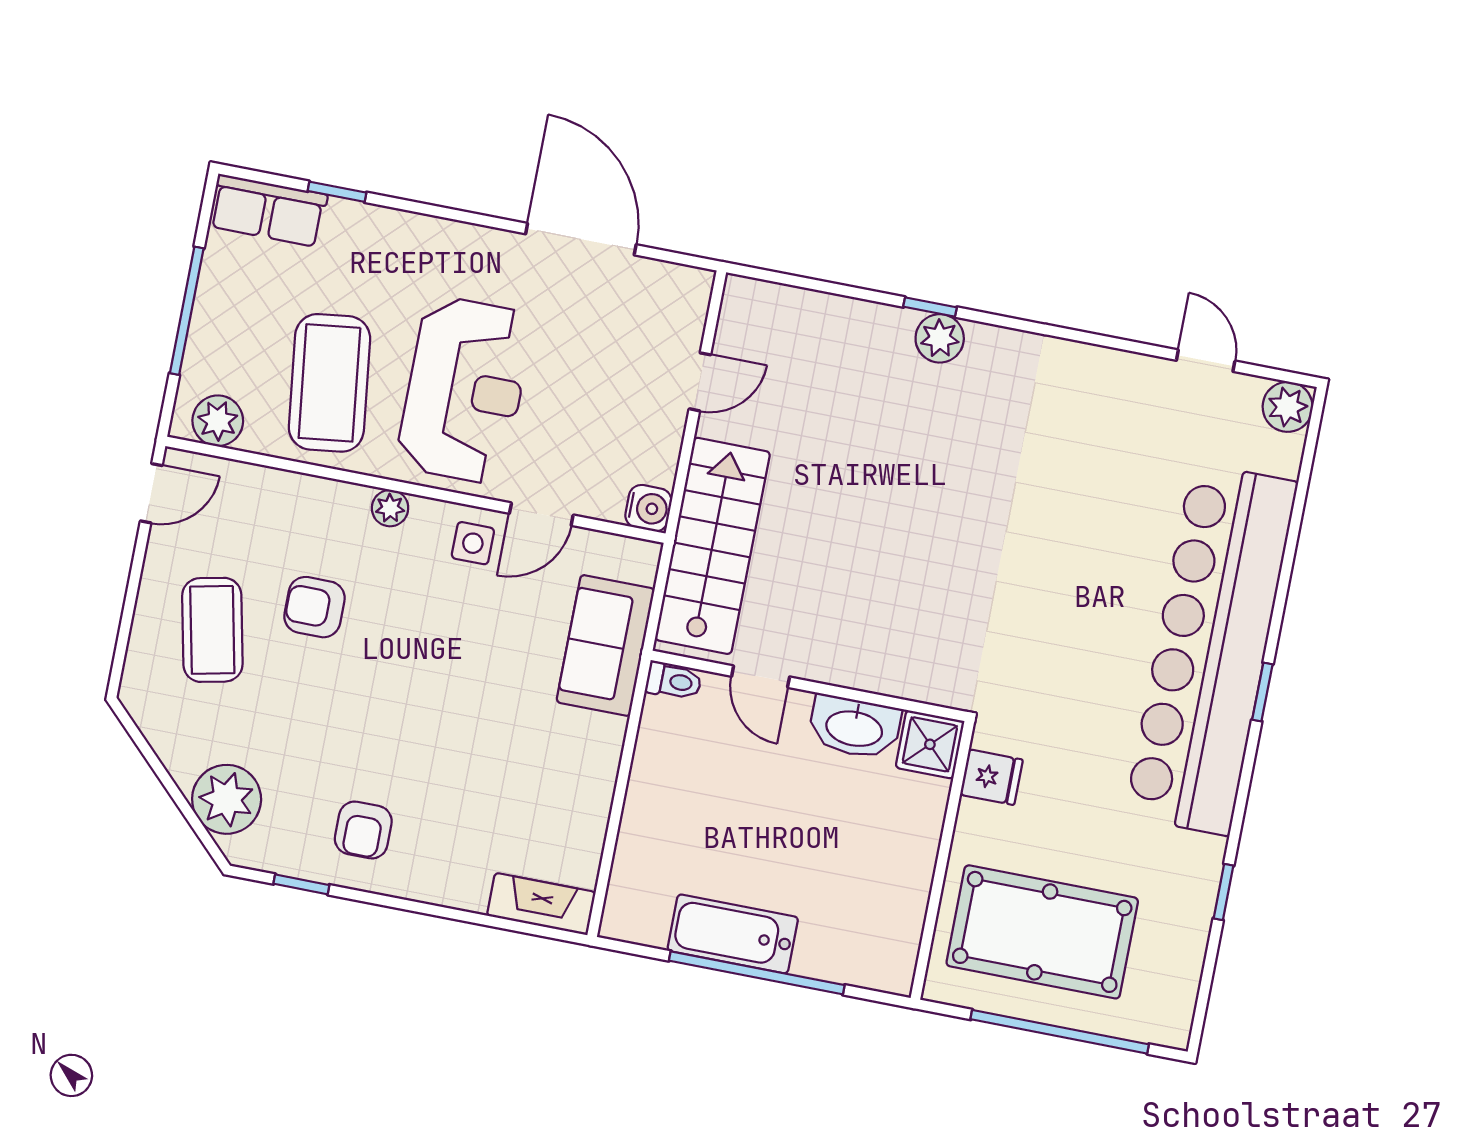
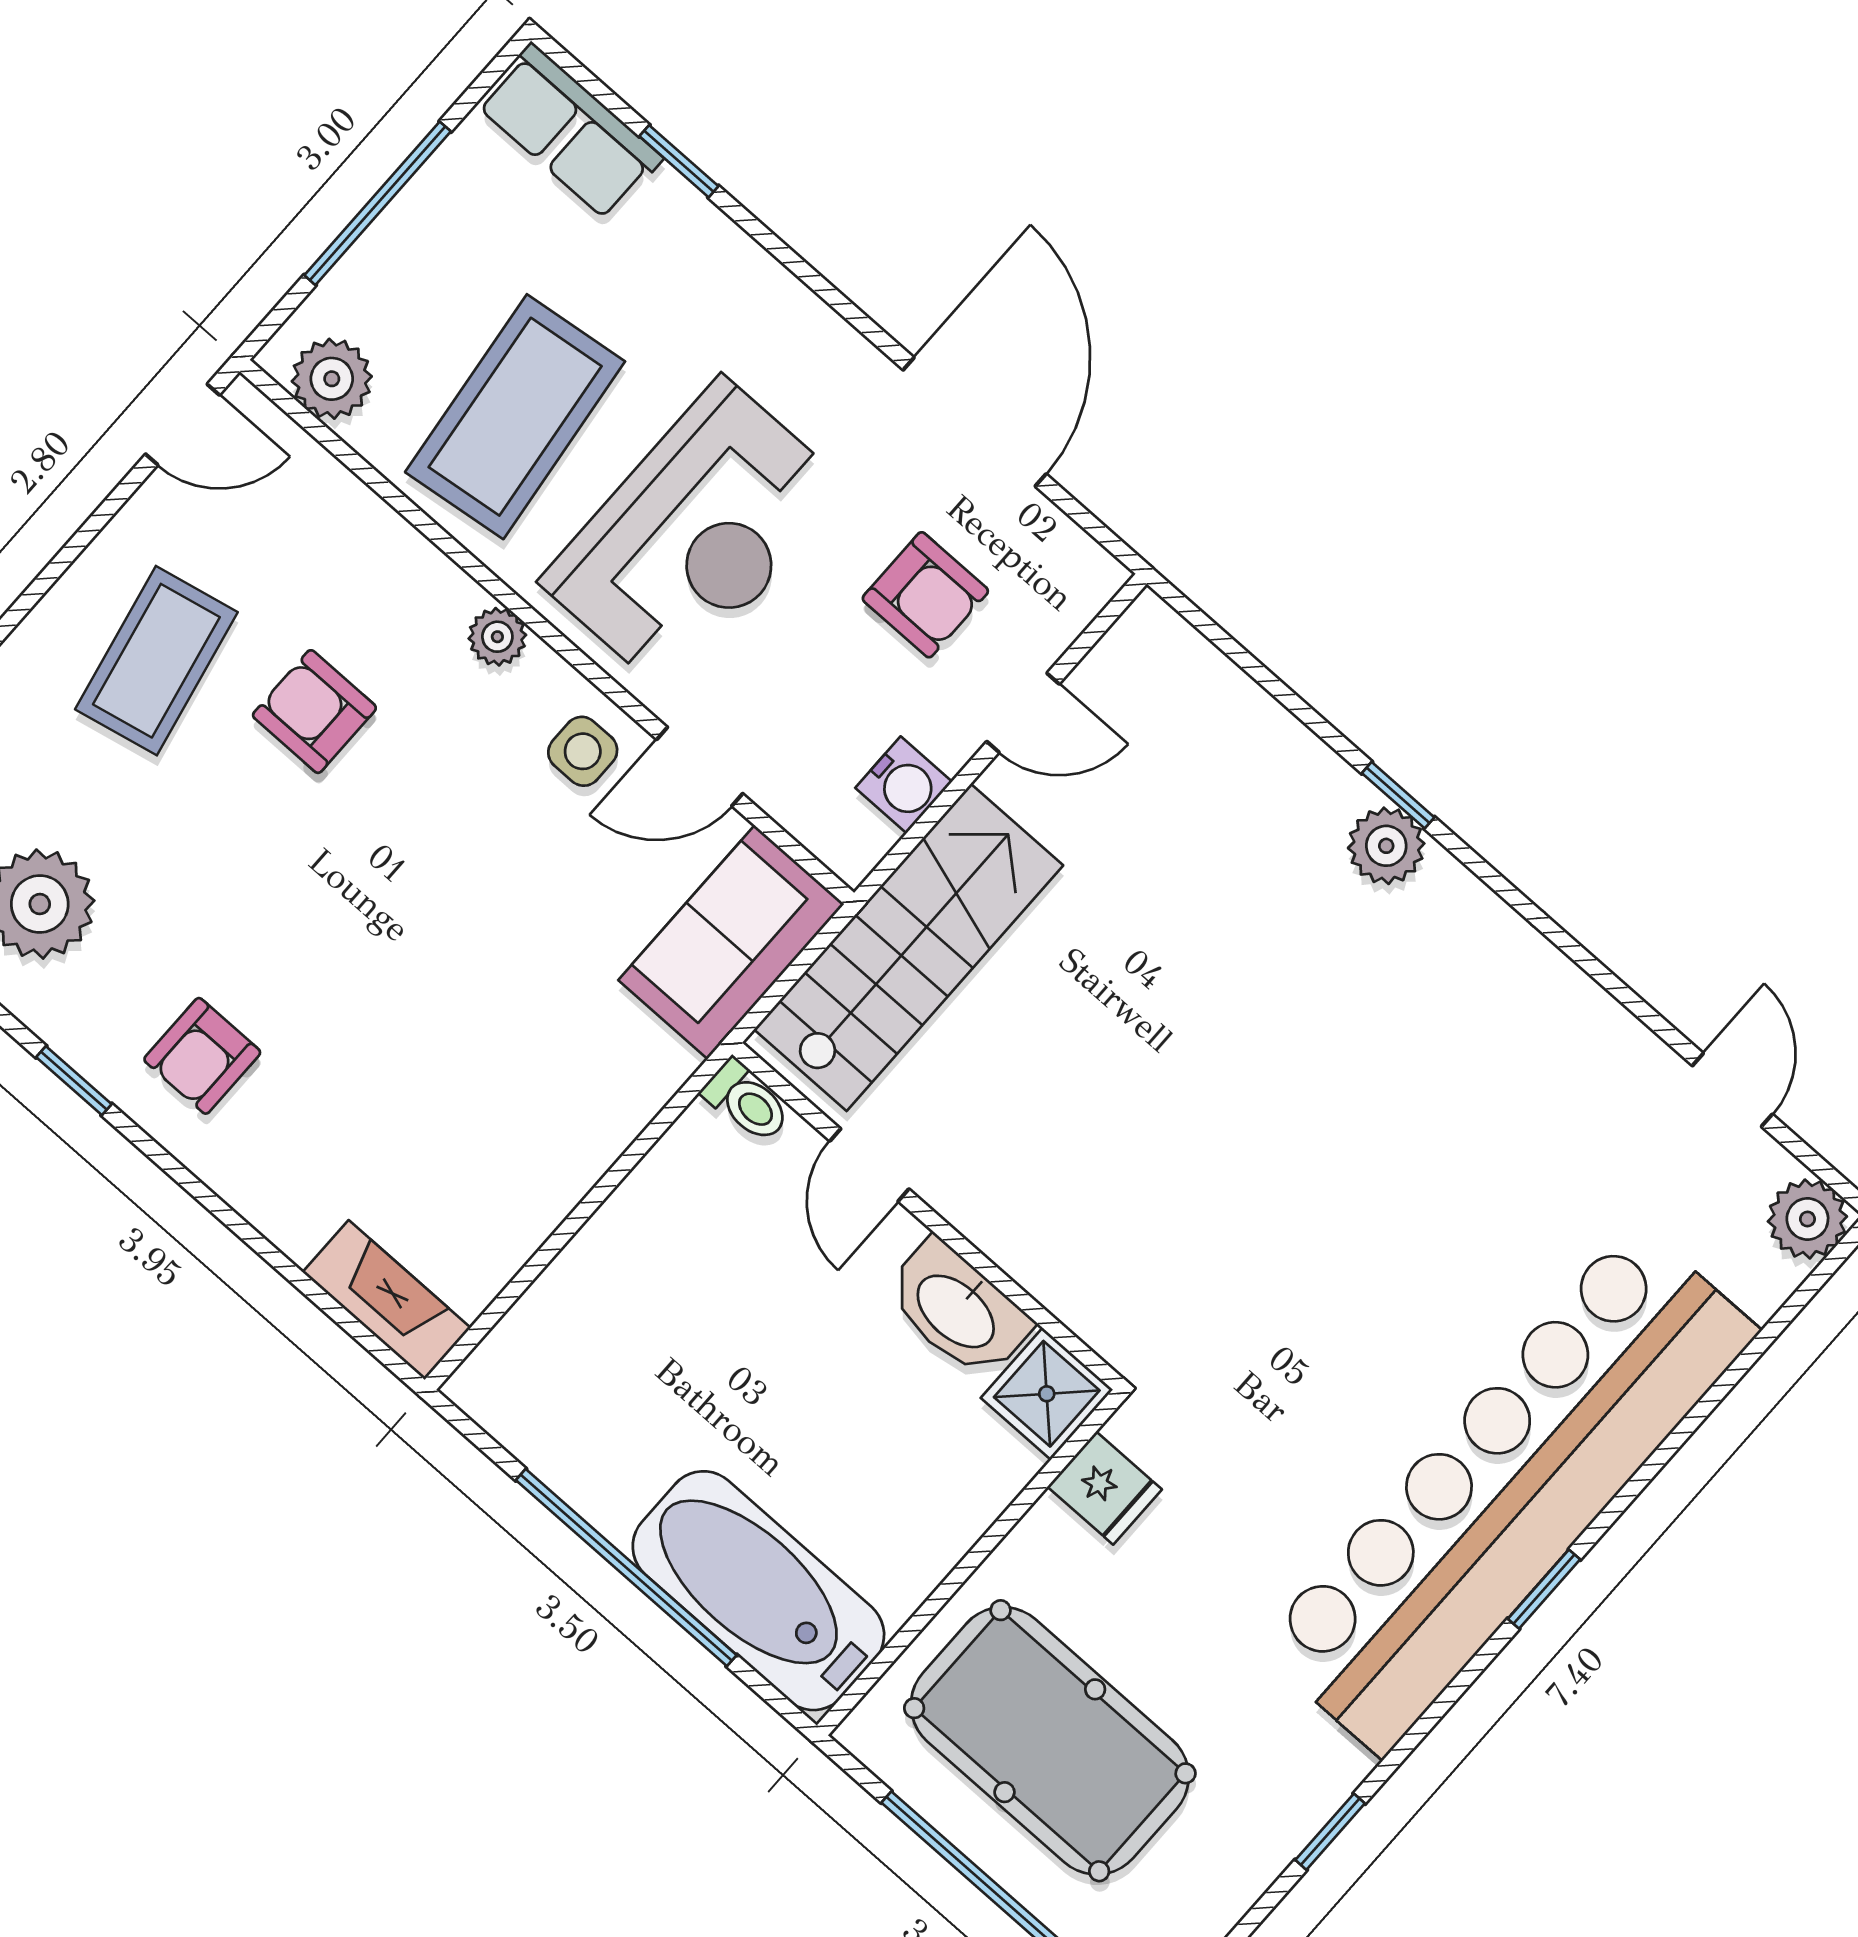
armchair: (609, 349) -> (925, 595), added
water cooler: (648, 508) -> (904, 785), moved
sofa: (605, 645) -> (731, 942), moved
bathtub: (733, 934) -> (758, 1591), moved, width x1.36, depth x1.36

